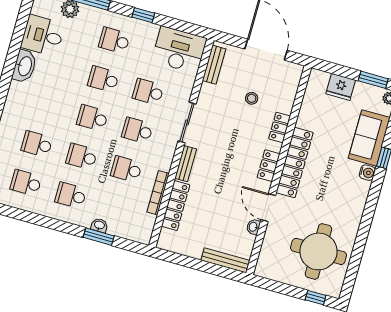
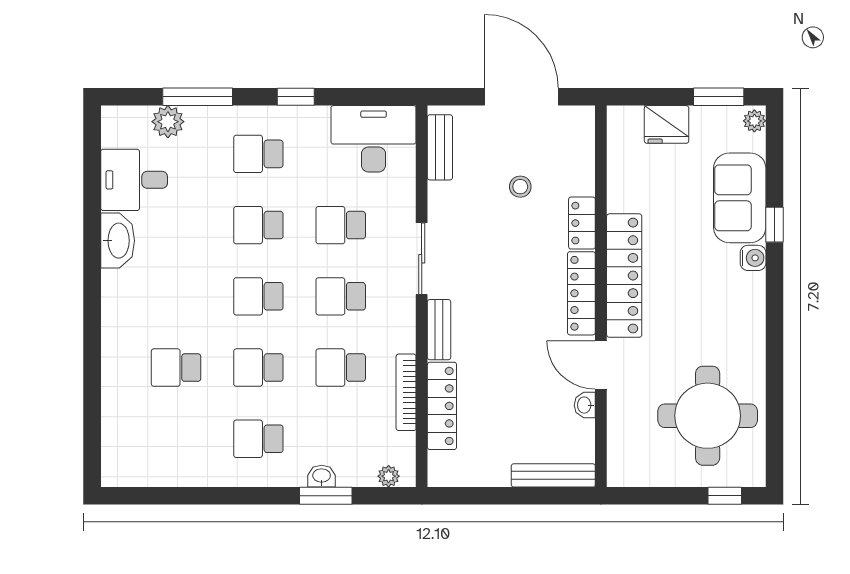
locker: (269, 166) -> (581, 293), width x1.53
school desk: (26, 183) -> (176, 439), removed
plant: (136, 236) -> (389, 476), added

